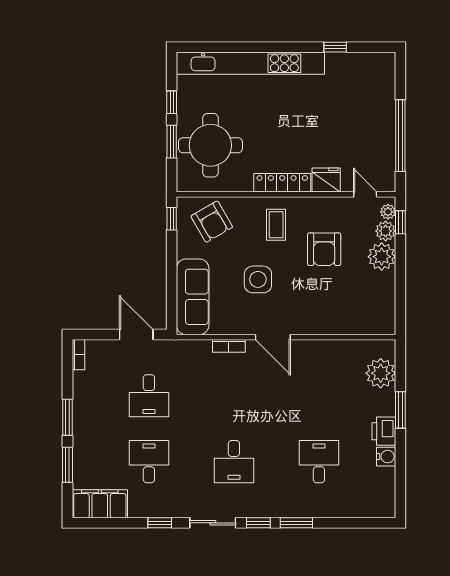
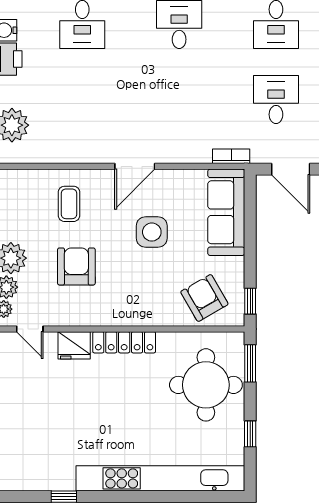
window: (172, 142) -> (250, 363), moved
coffee table: (276, 225) -> (69, 204), moved
door: (273, 337) -> (135, 166), swing flipped
bookcase: (229, 346) -> (231, 156), moved

